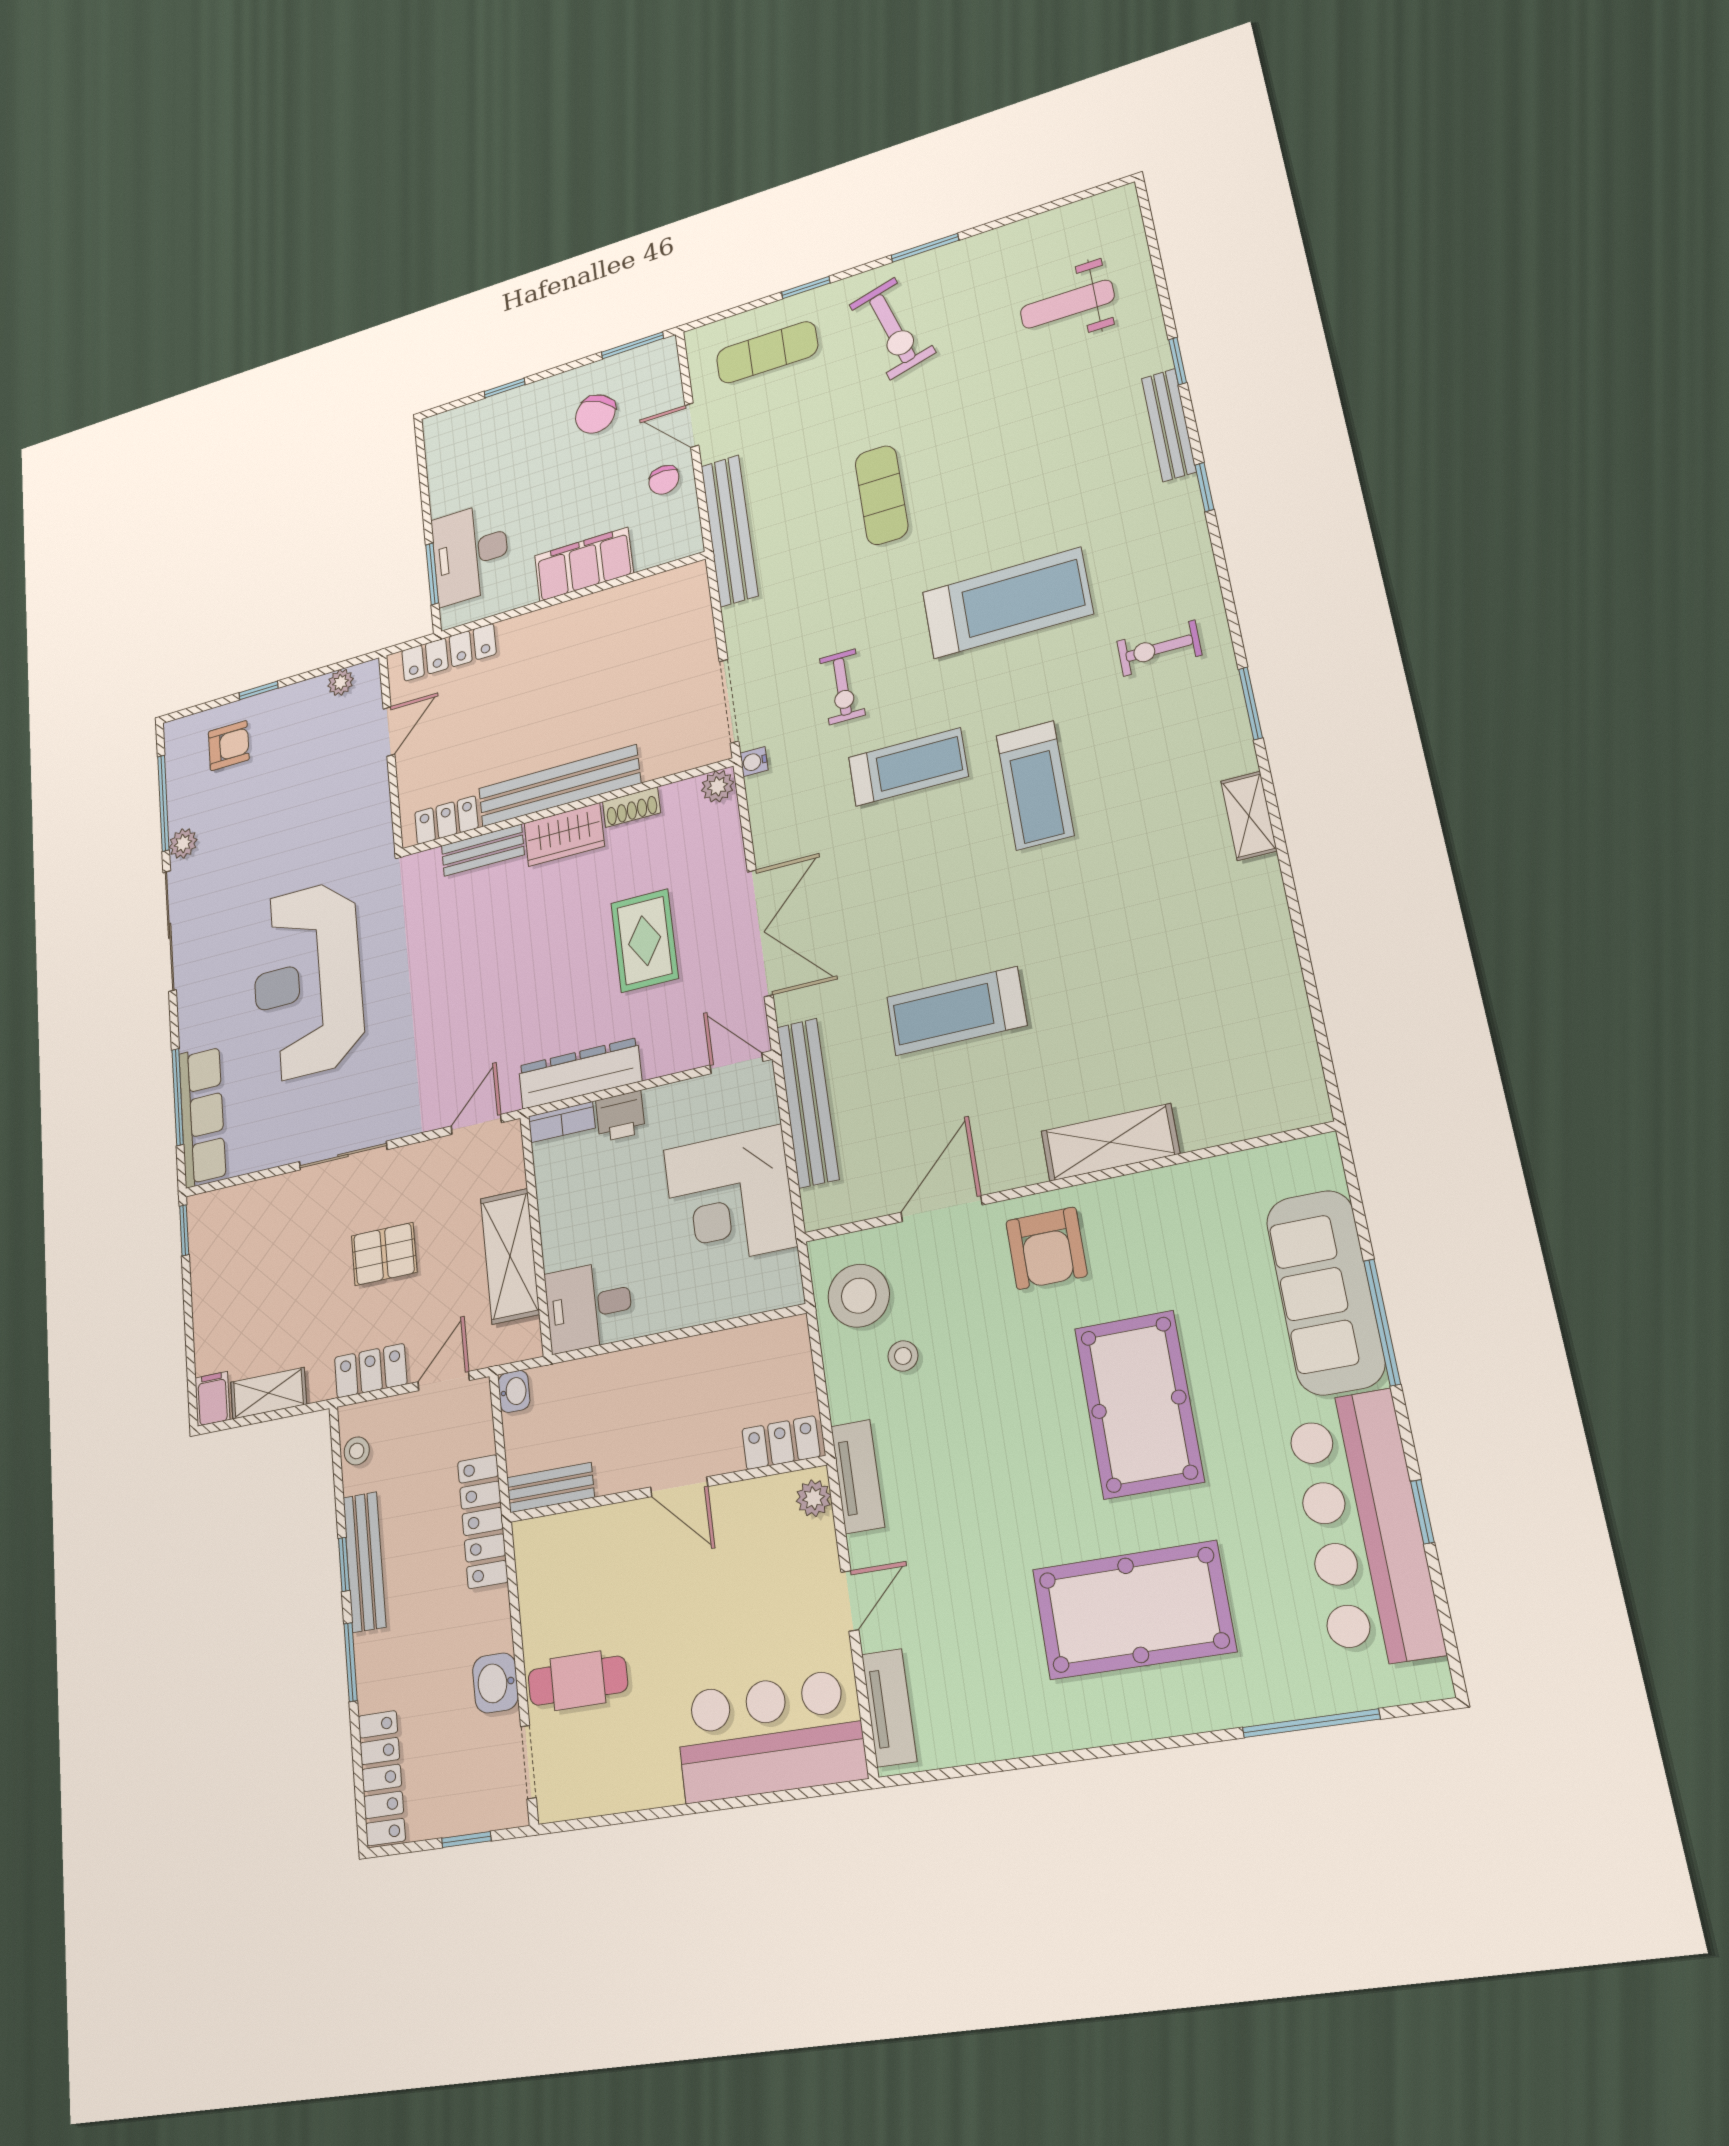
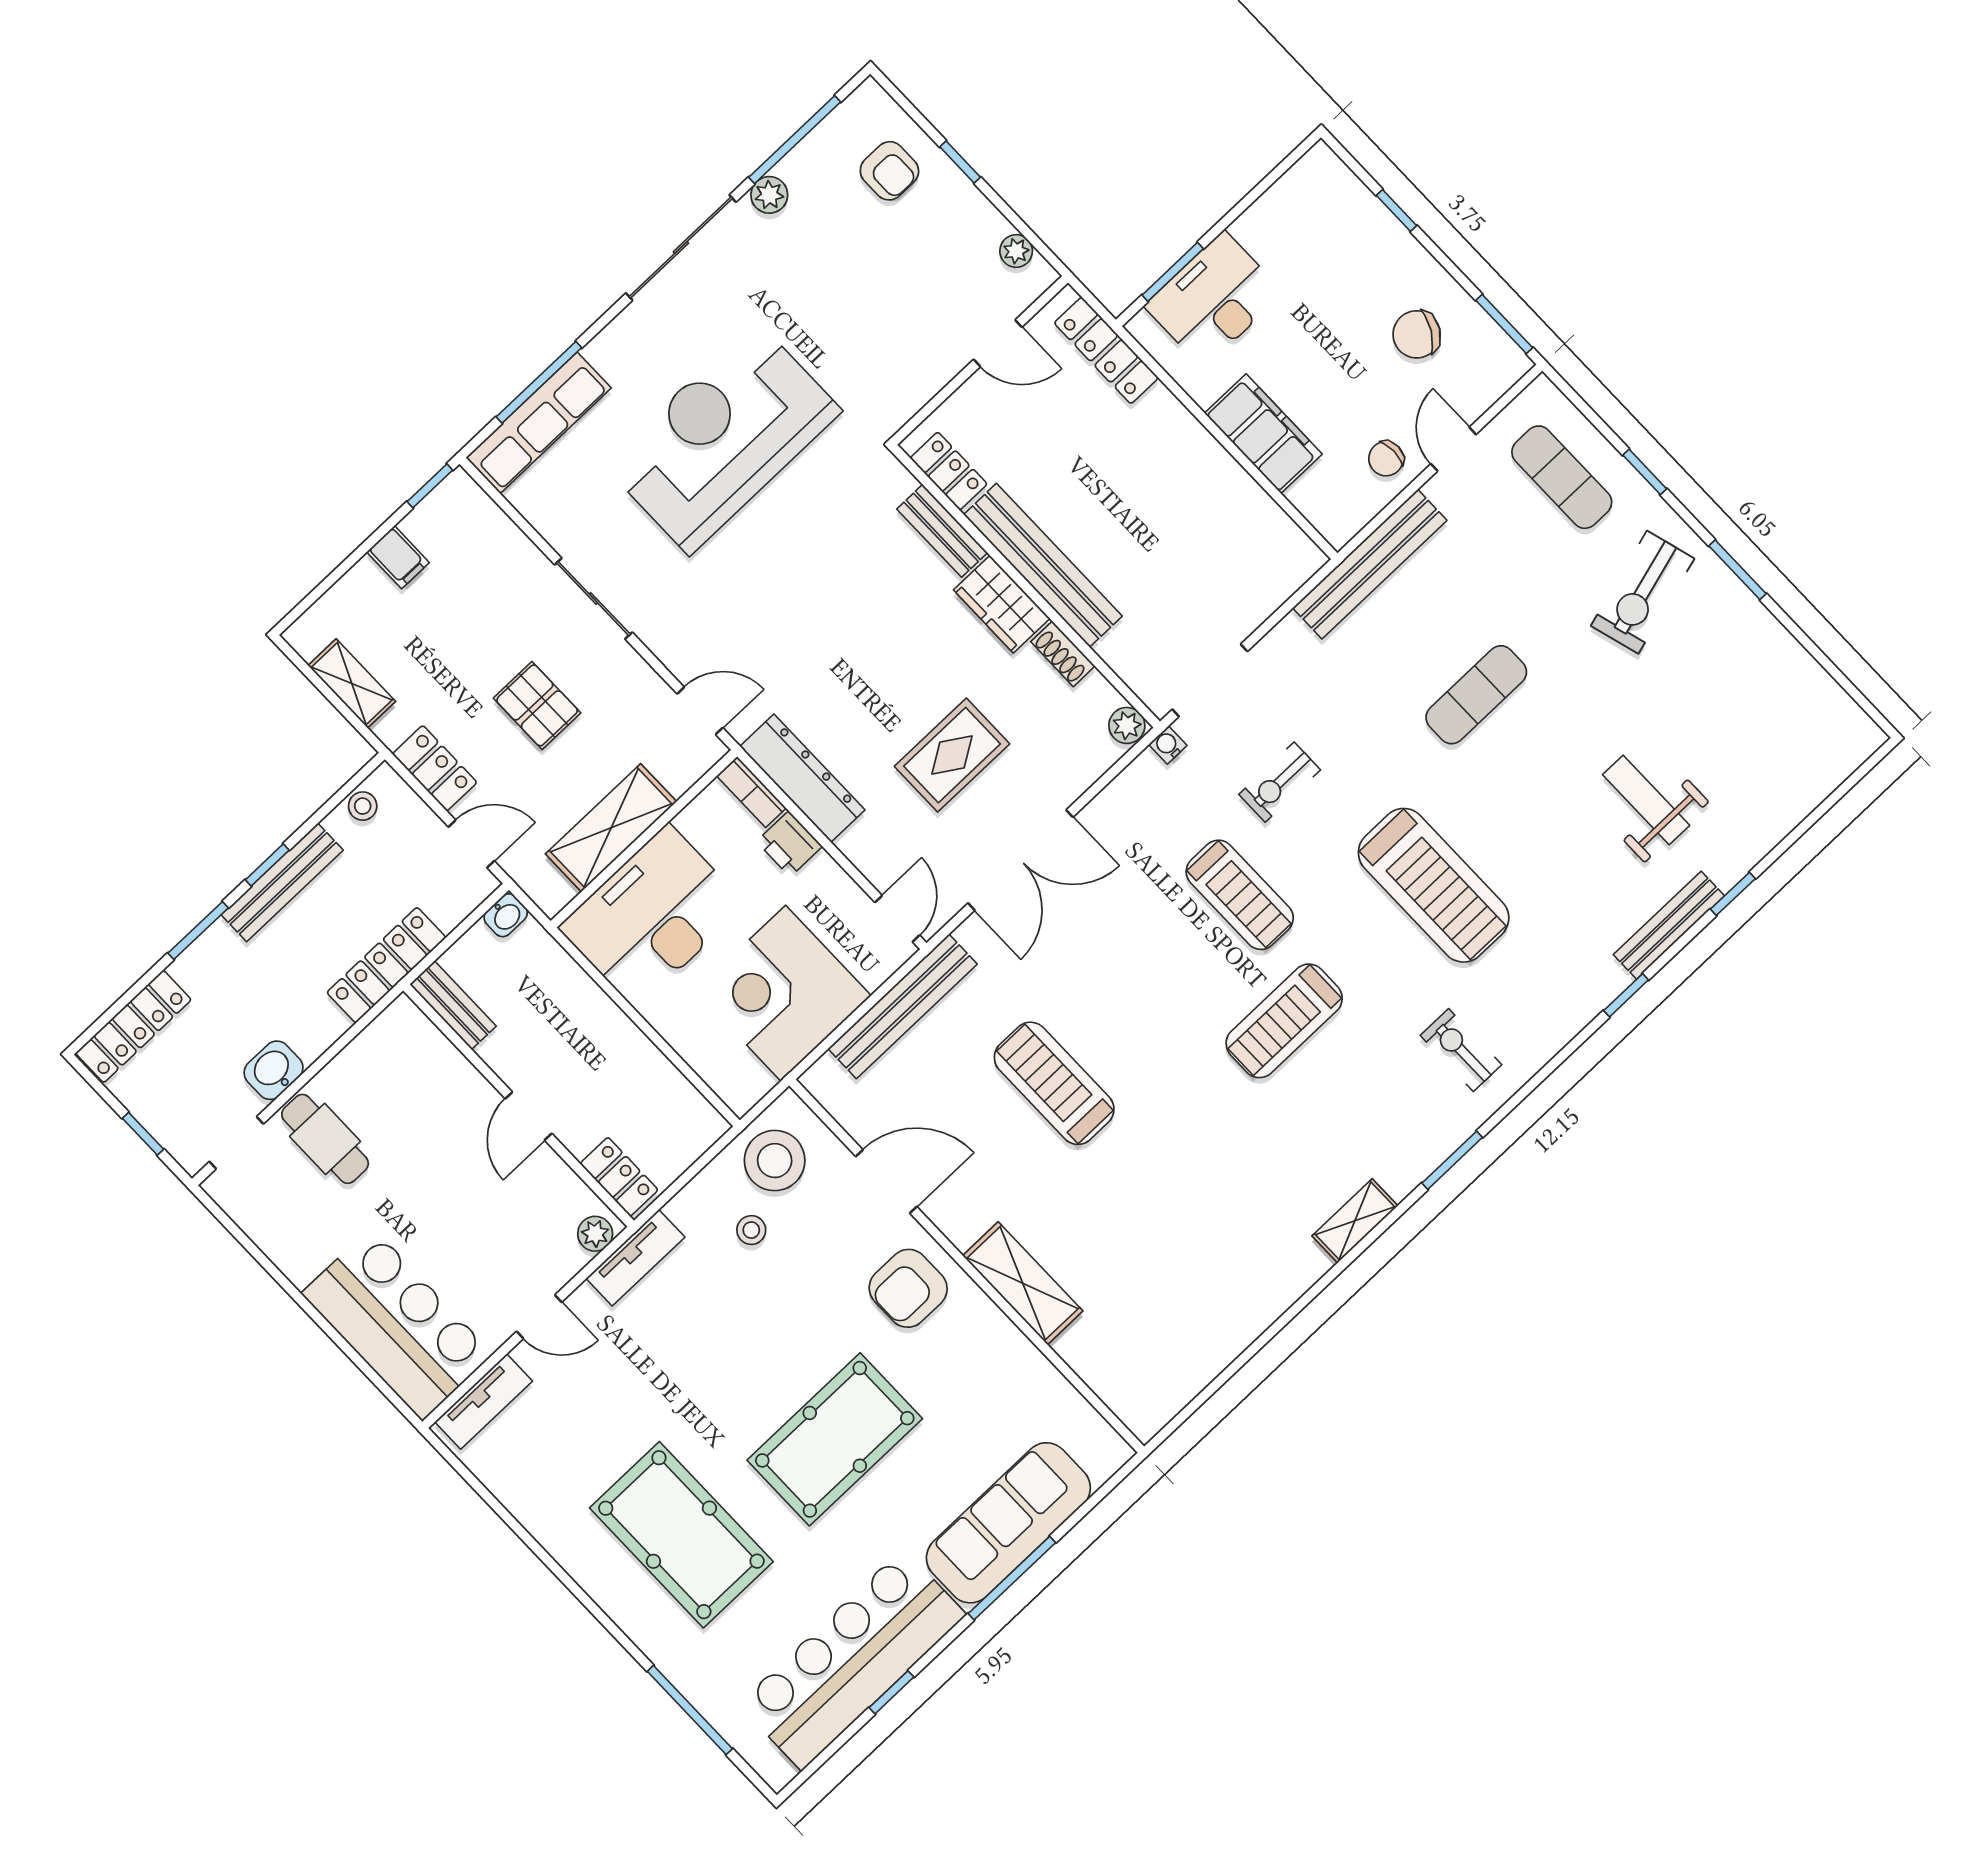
weight bench: (1067, 304) -> (1646, 800), moved
desk: (589, 1306) -> (652, 916), width x1.87, depth x1.30
filing cabinet: (213, 1399) -> (398, 557), moved, turned 90

